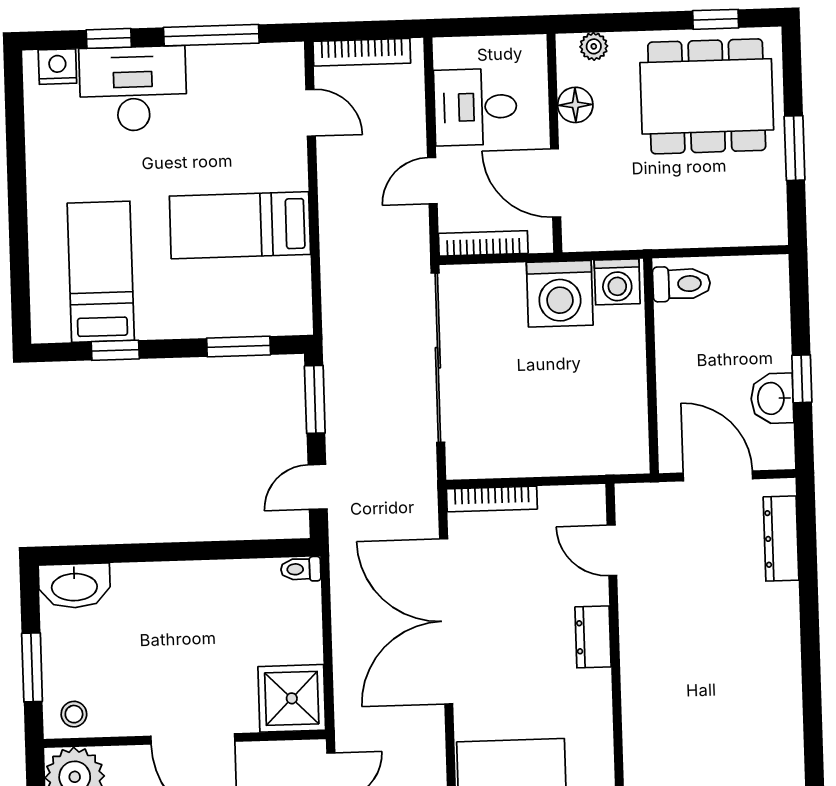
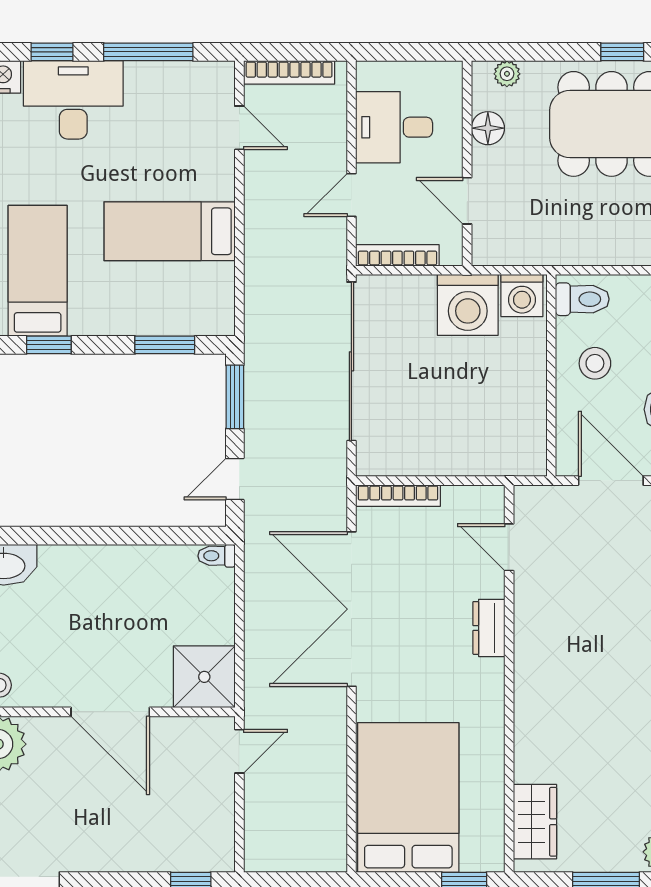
door: (556, 183) -> (467, 201), width x0.73
stool: (697, 352) -> (595, 363), added

